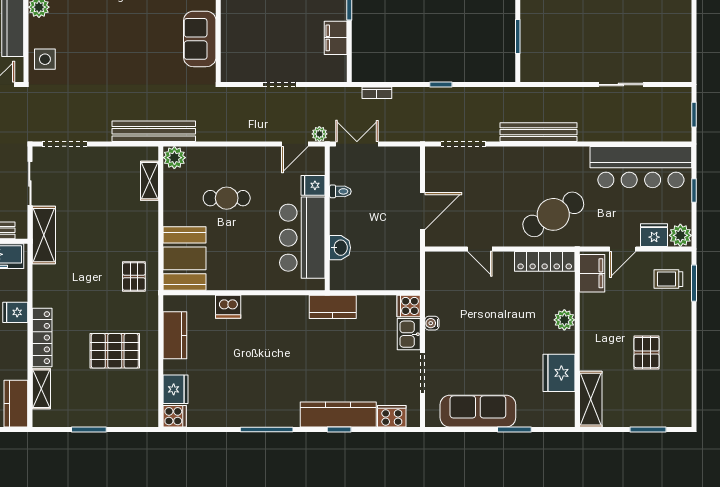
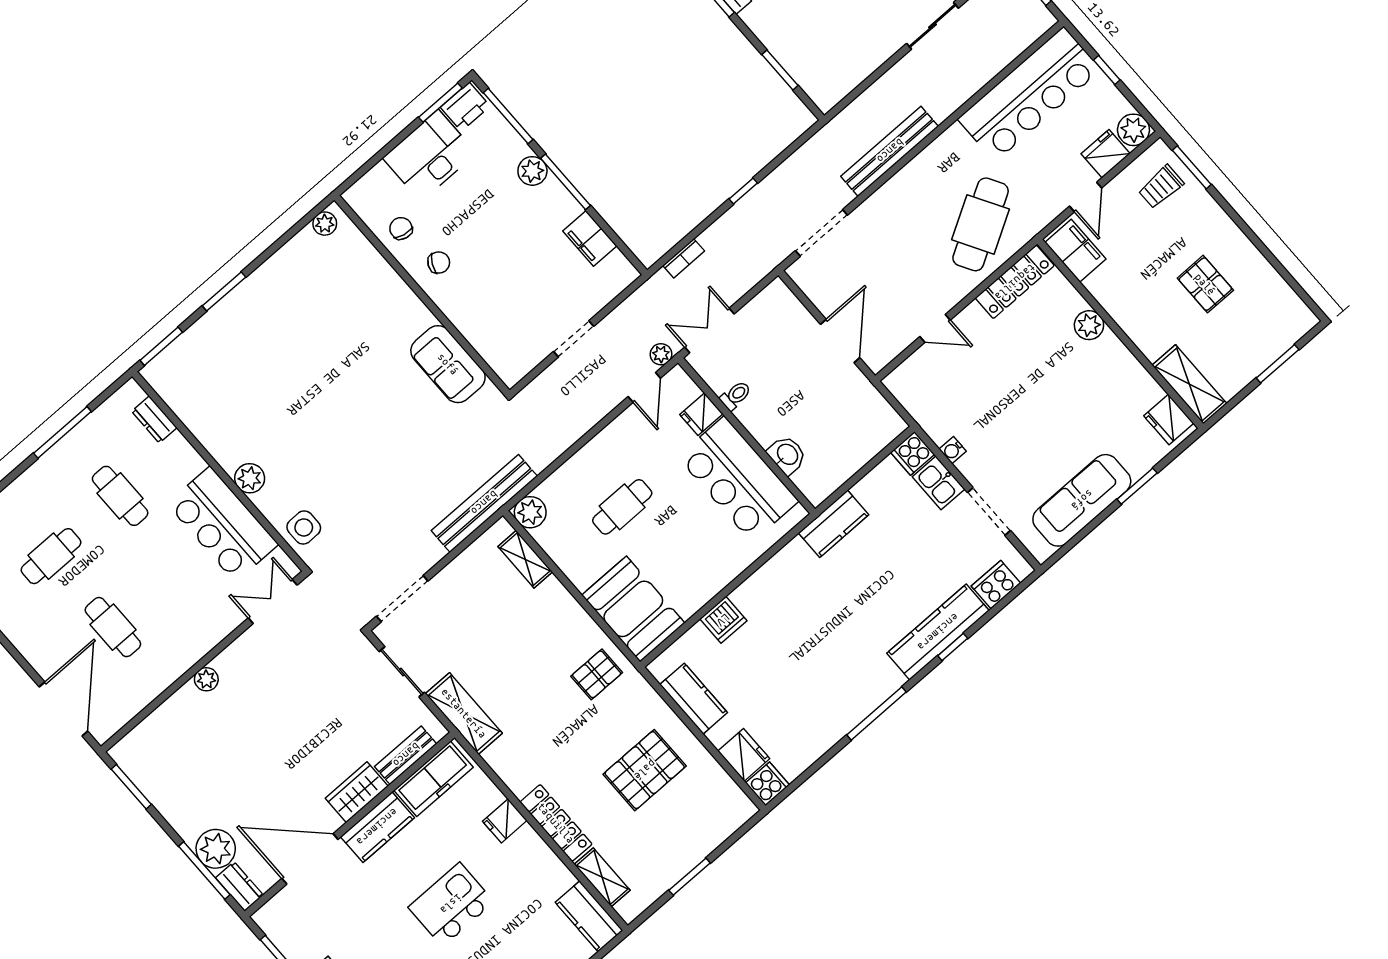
pallet: (134, 277) -> (597, 674), turned 90
fridge: (559, 373) -> (1169, 420), moved, width x0.73, depth x0.75

